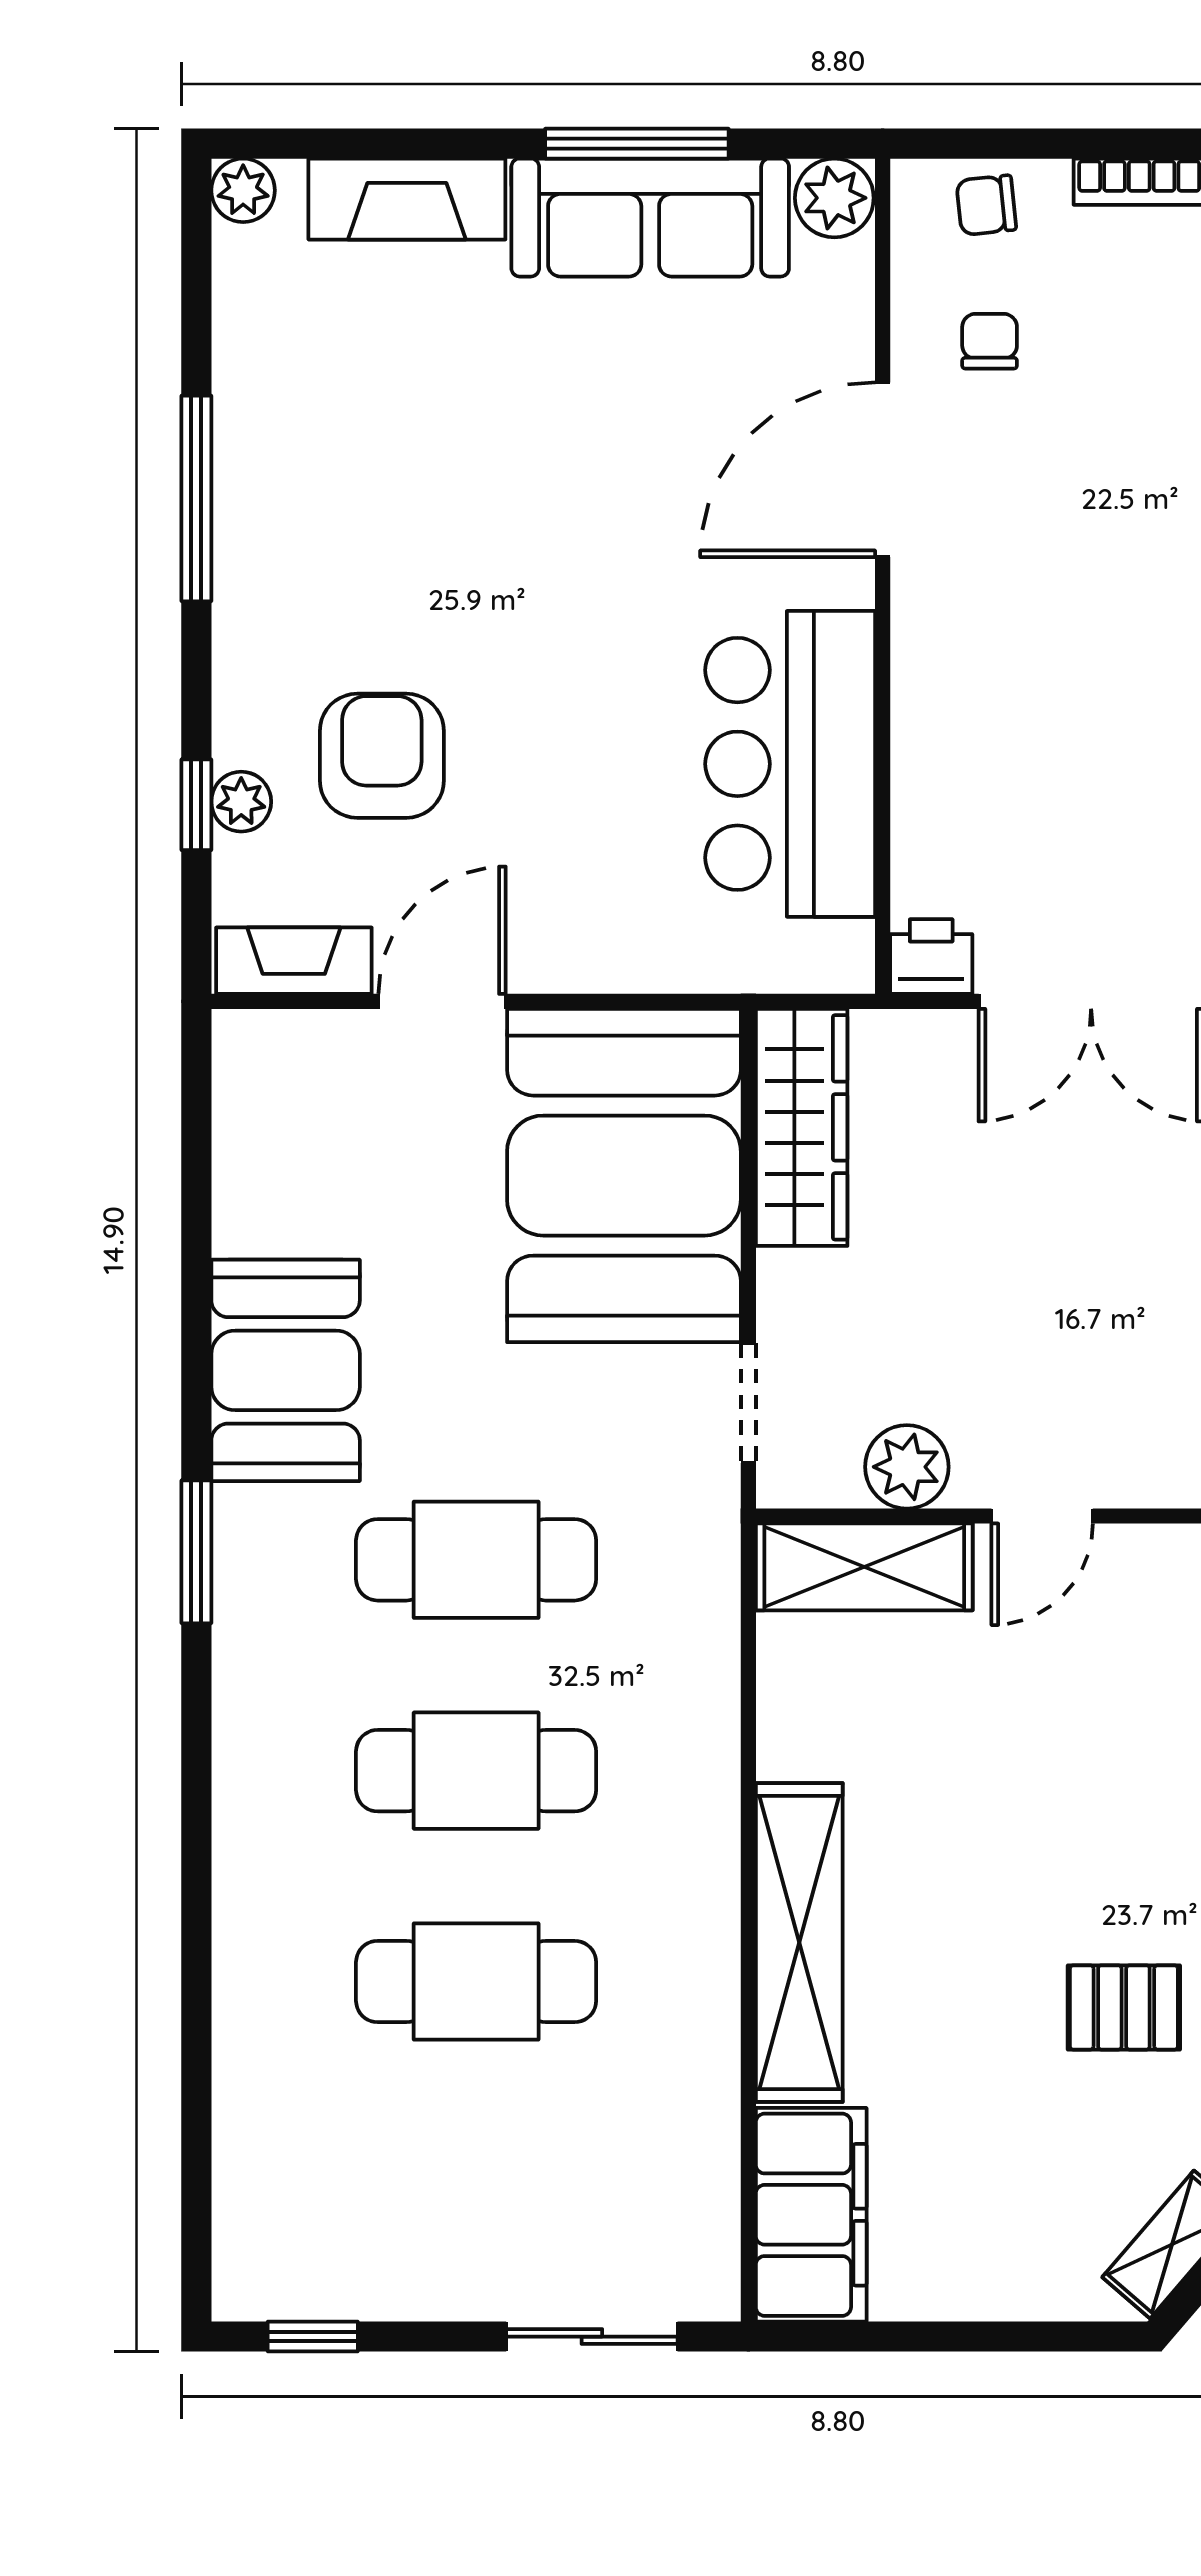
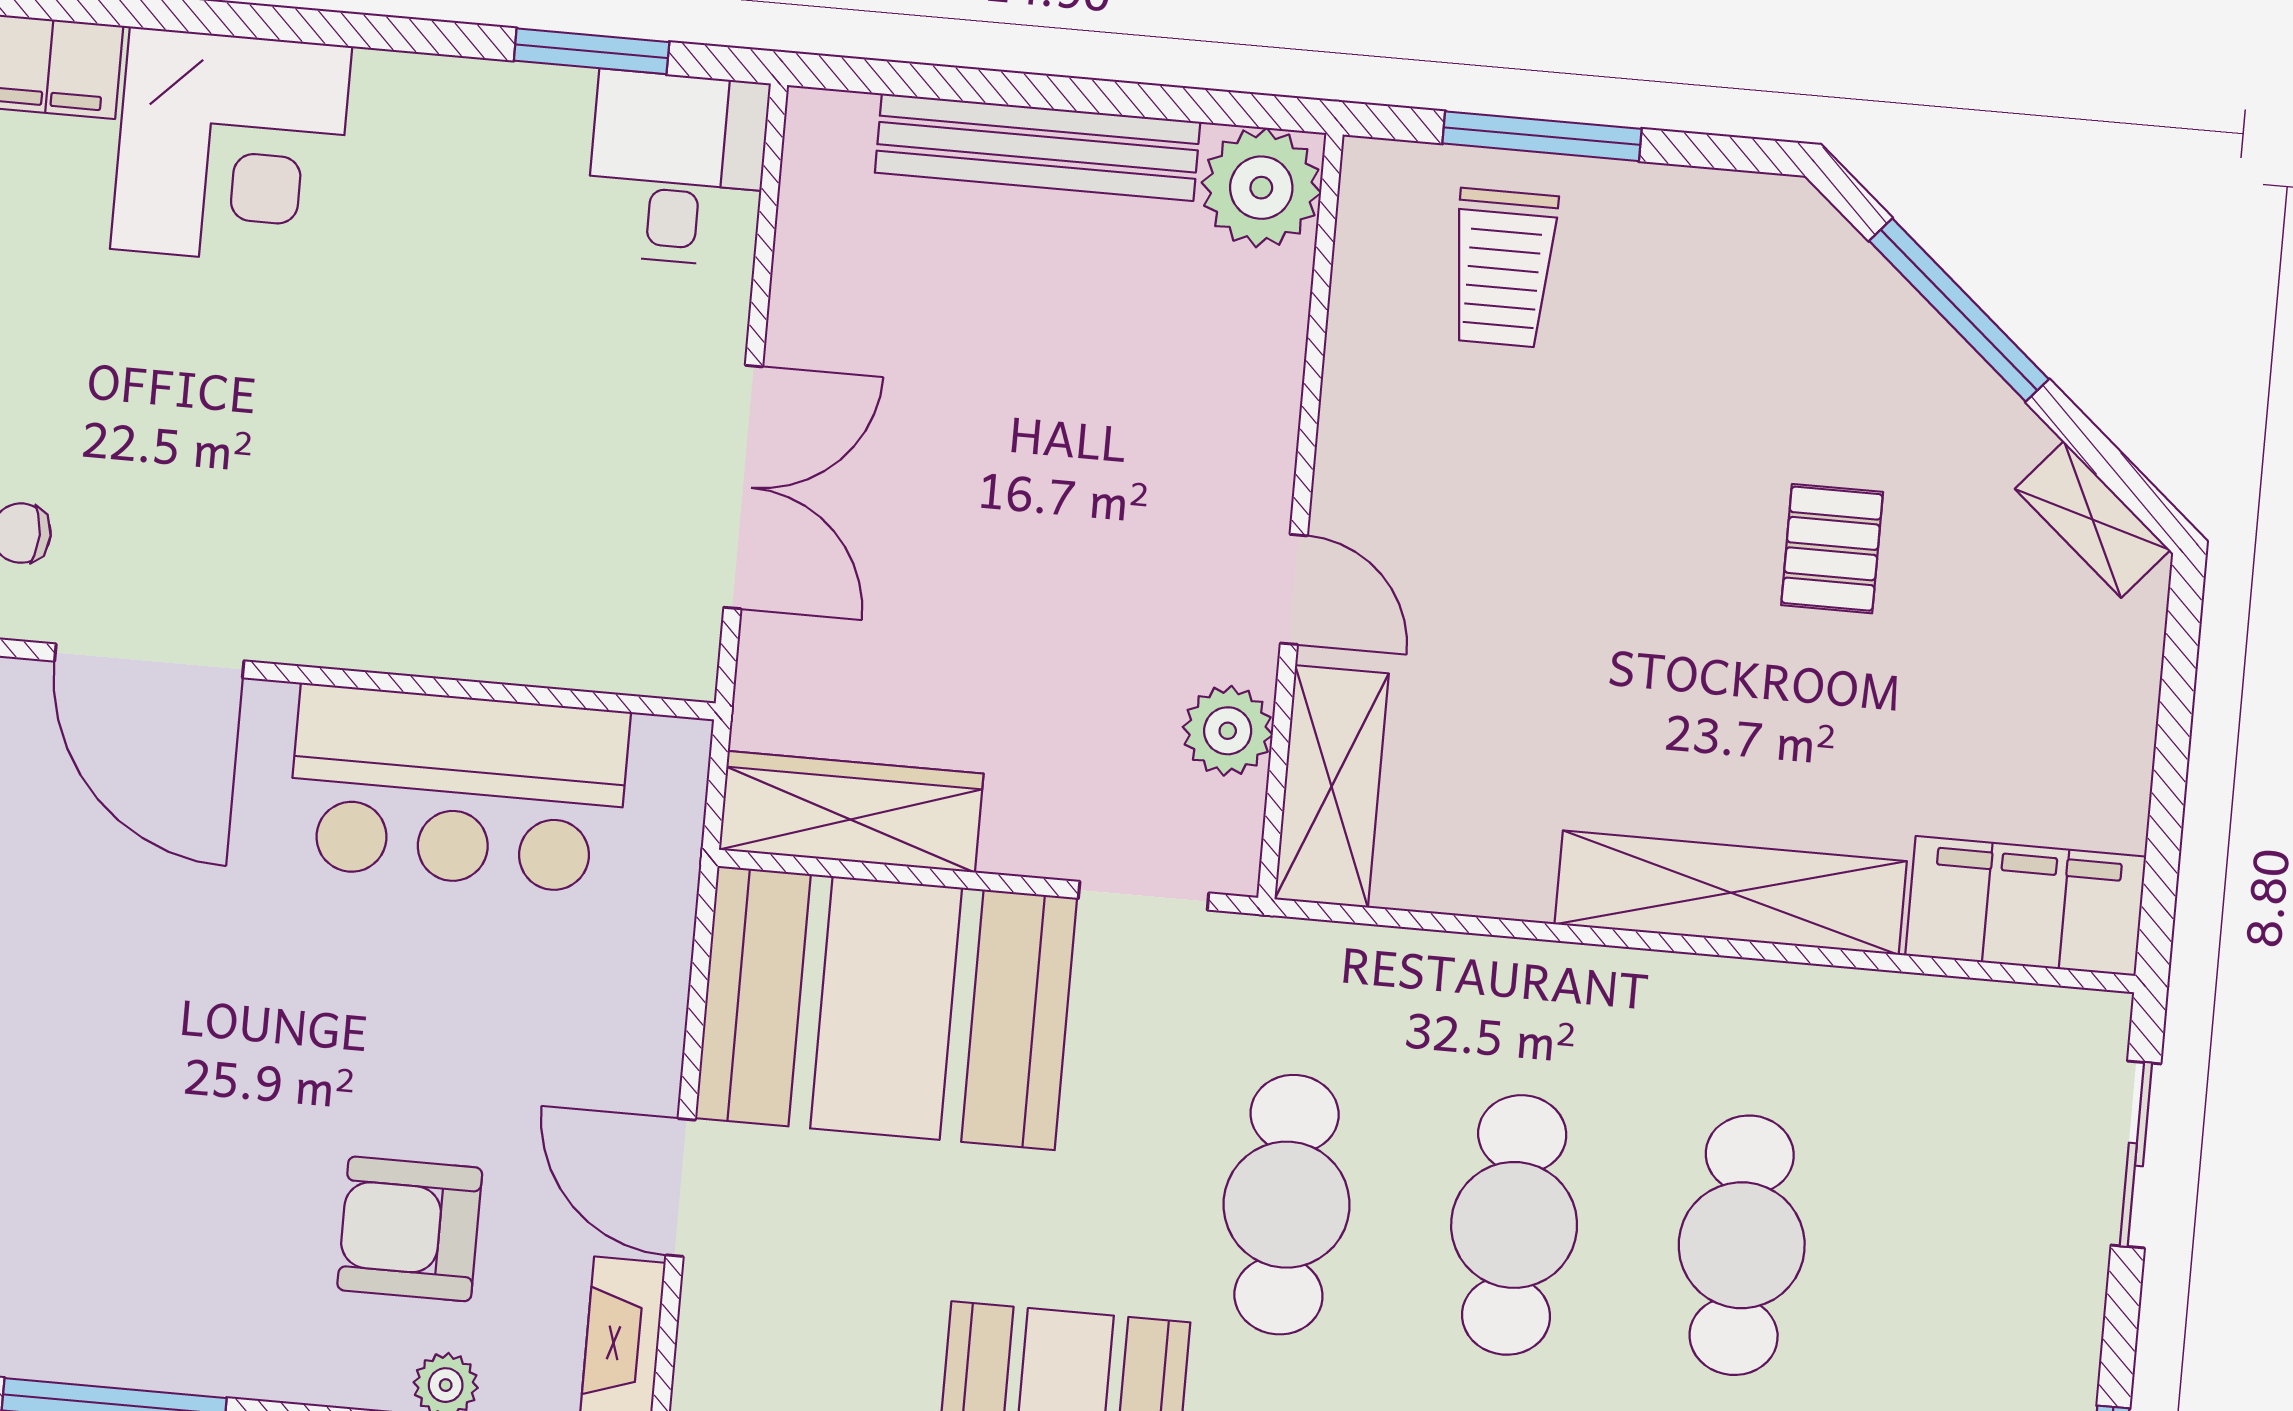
printer: (931, 957) -> (679, 655), removed

